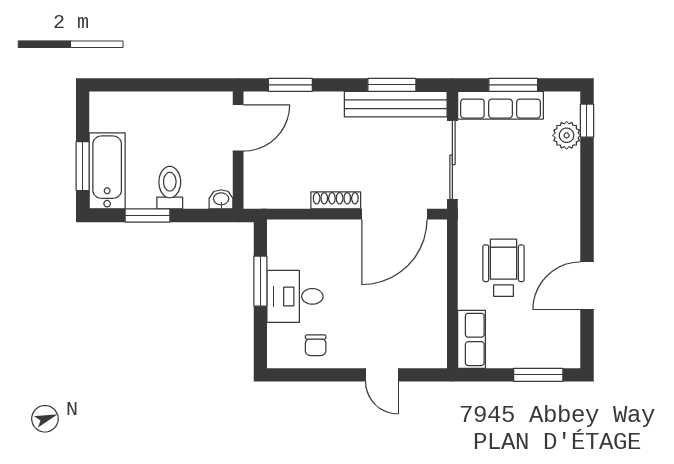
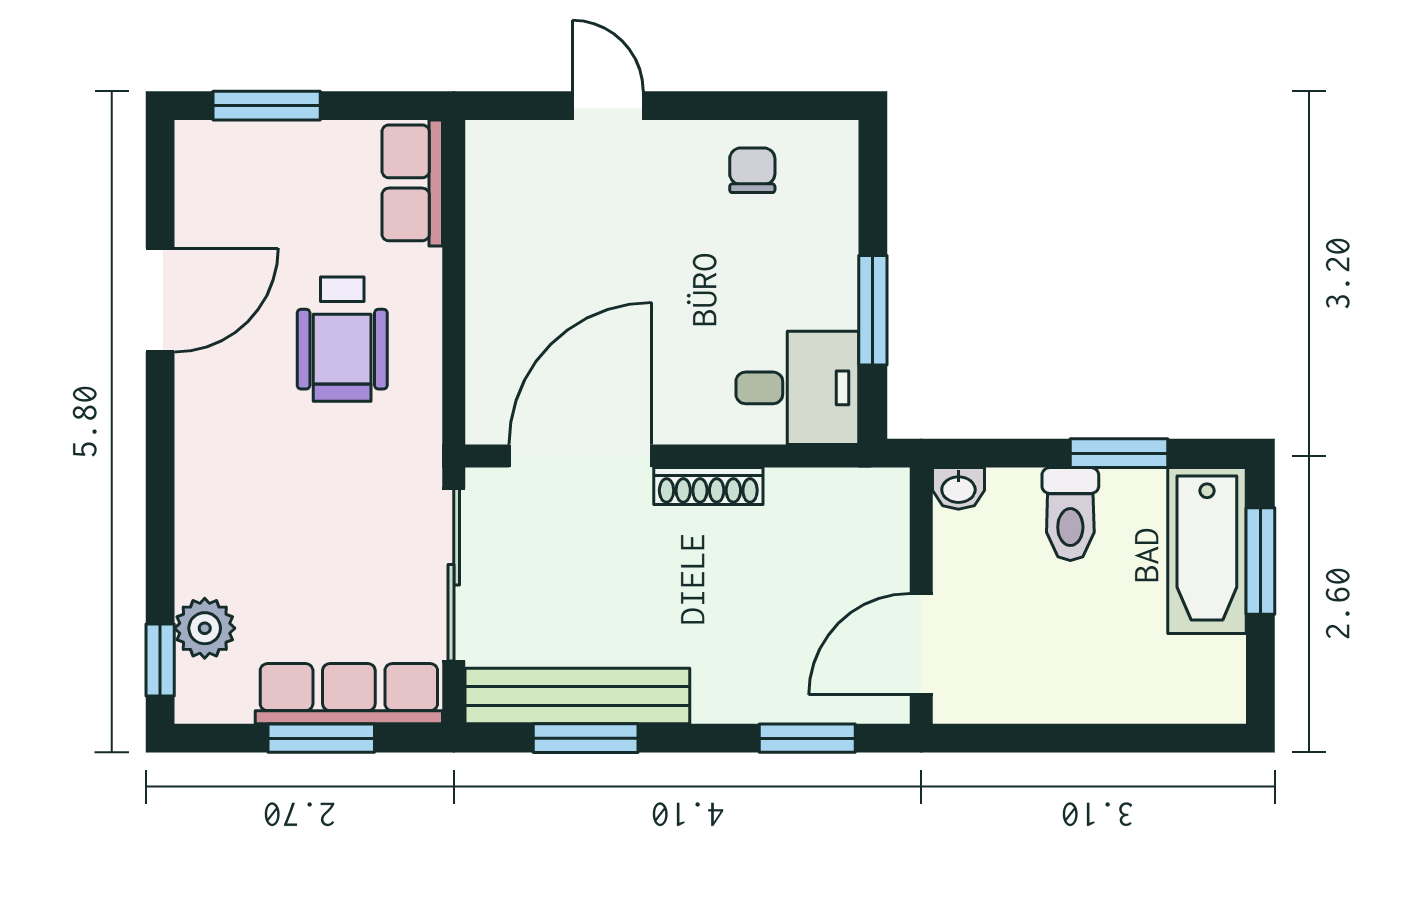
desk: (295, 296) -> (797, 388), moved

